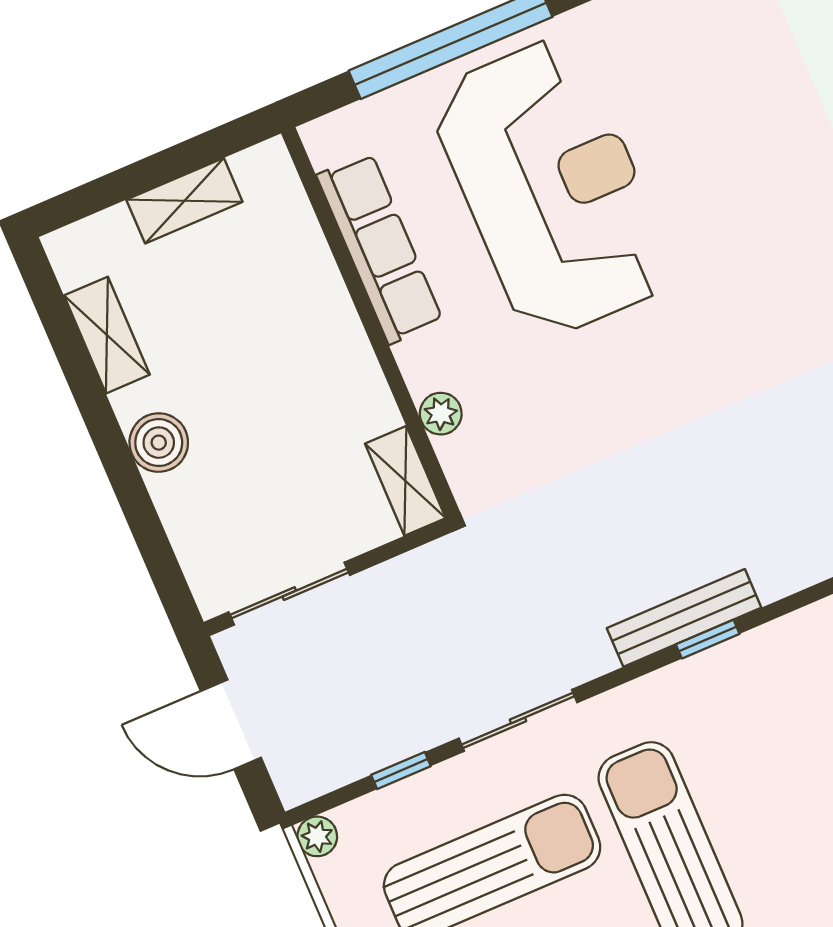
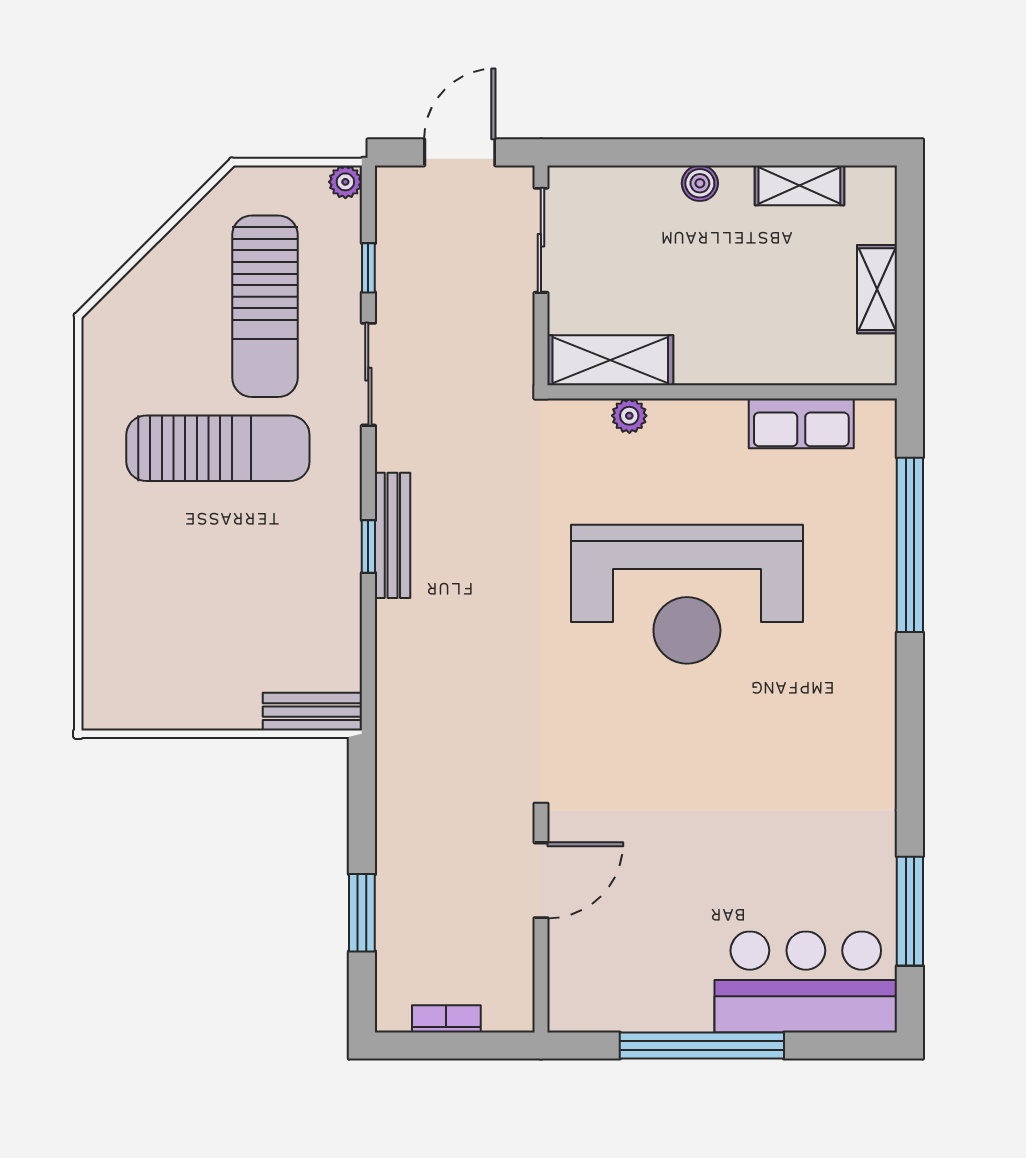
reception desk: (552, 188) -> (687, 594), moved
row of seats: (380, 248) -> (801, 423), width x0.68
boiler: (159, 443) -> (700, 183), width x0.73, depth x0.73
shelving: (405, 481) -> (610, 360), width x1.50, depth x1.33

